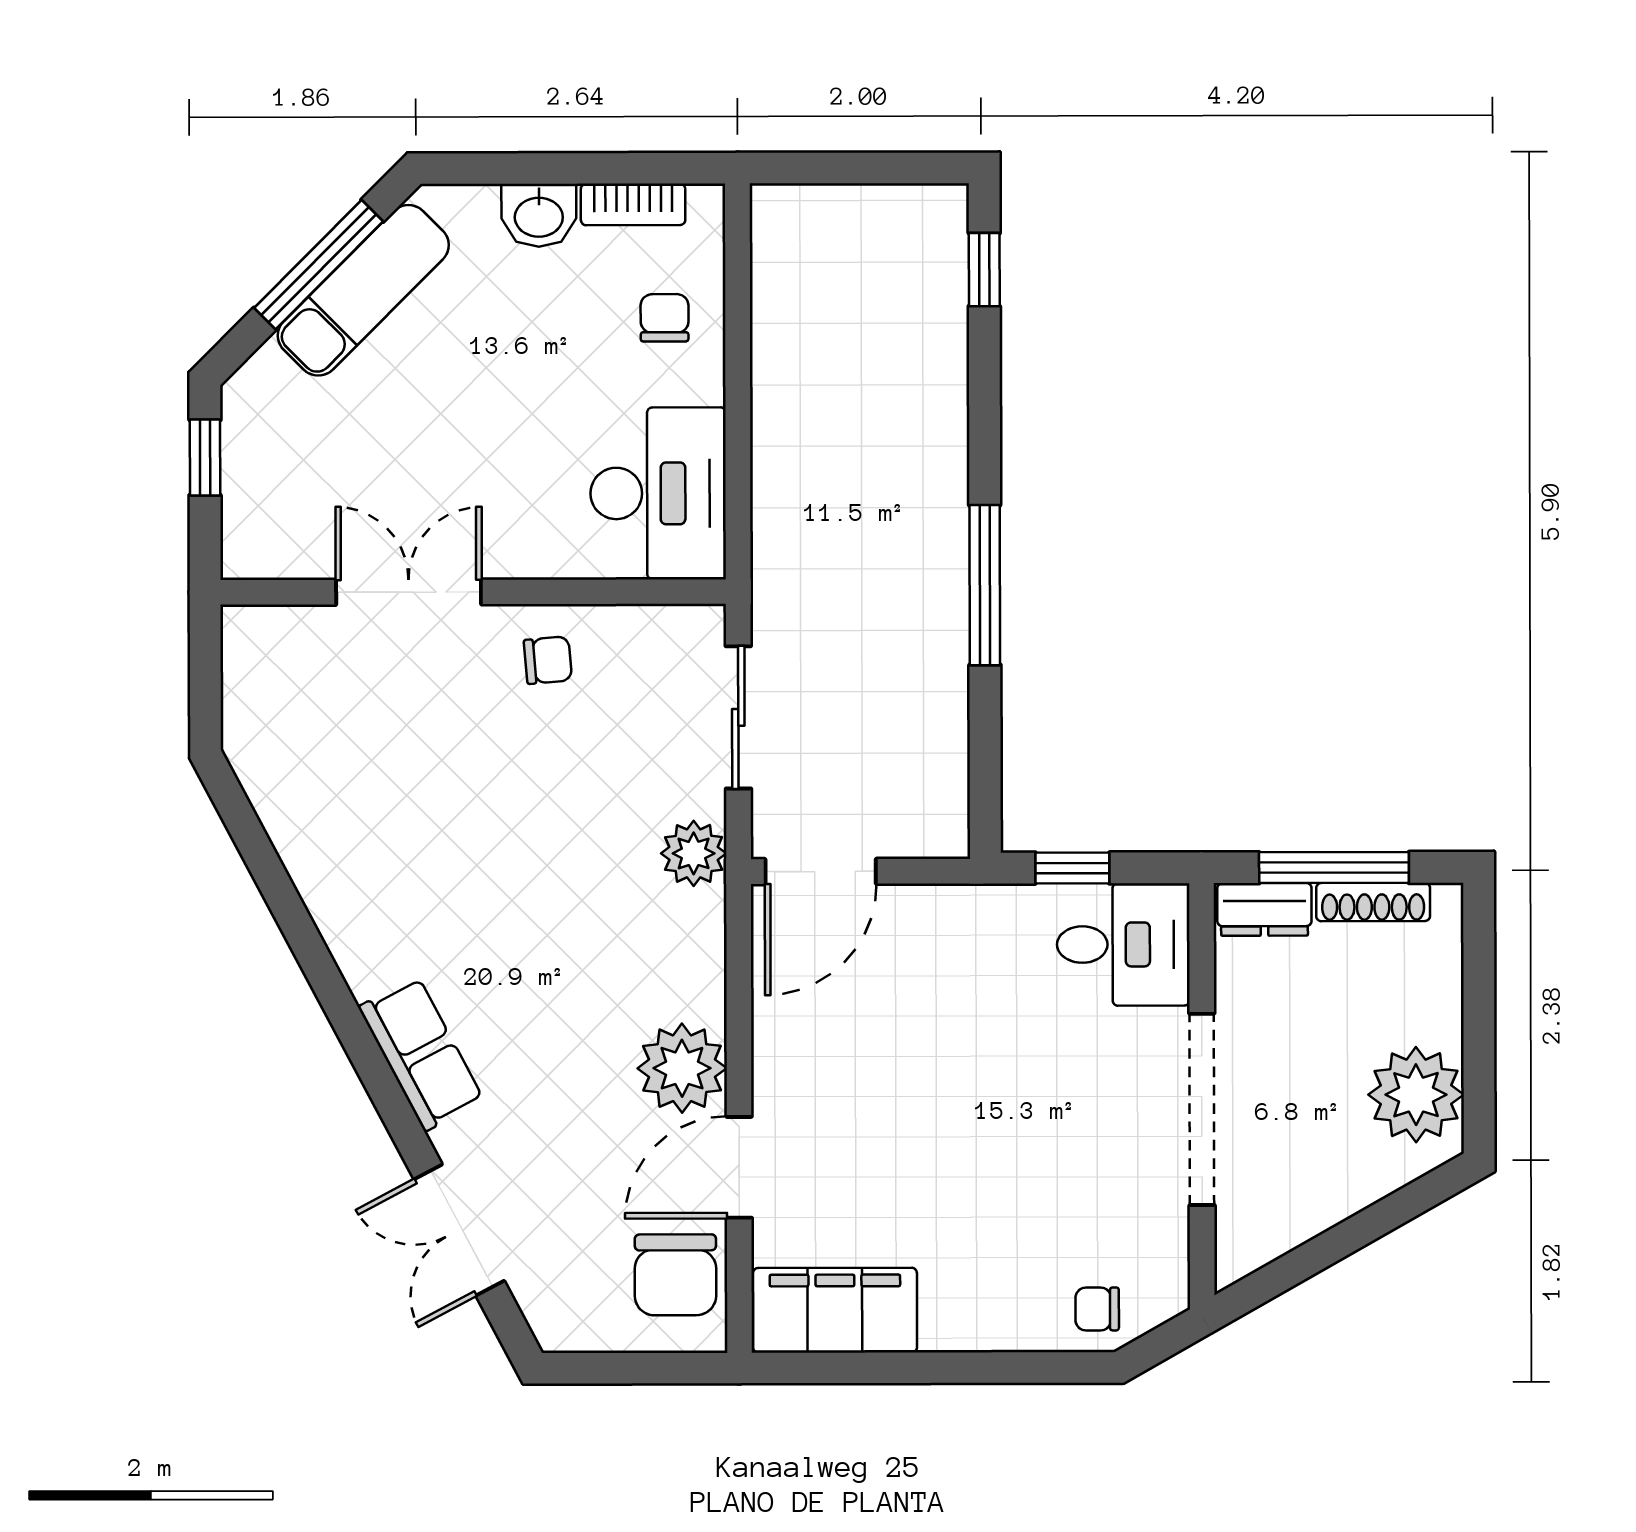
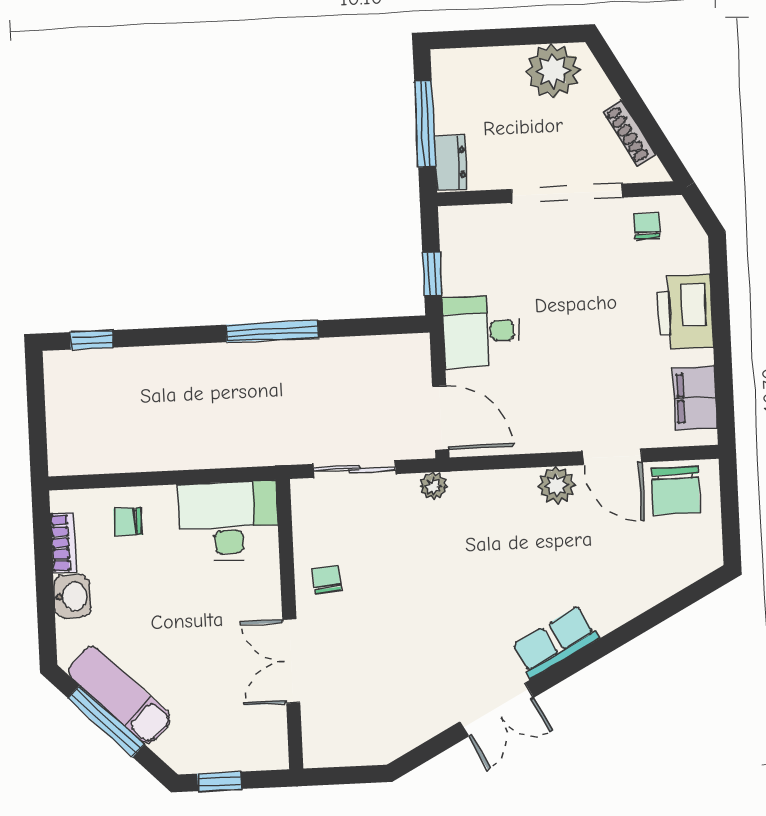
plant: (694, 853) -> (433, 486), width x0.73, depth x0.73
shoe rack: (1373, 902) -> (630, 133), moved, turned 150
desk: (1123, 944) -> (482, 331), moved, turned -90
plant: (682, 1068) -> (557, 485), width x0.73, depth x0.73
double door: (459, 1230) -> (497, 710), moved
chair: (675, 1275) -> (675, 491), turned 90
printer: (986, 1306) -> (685, 312), added
chair: (1097, 1309) -> (647, 226), moved, turned 180
filing cabinet: (835, 1310) -> (695, 398), width x0.67, depth x0.86

